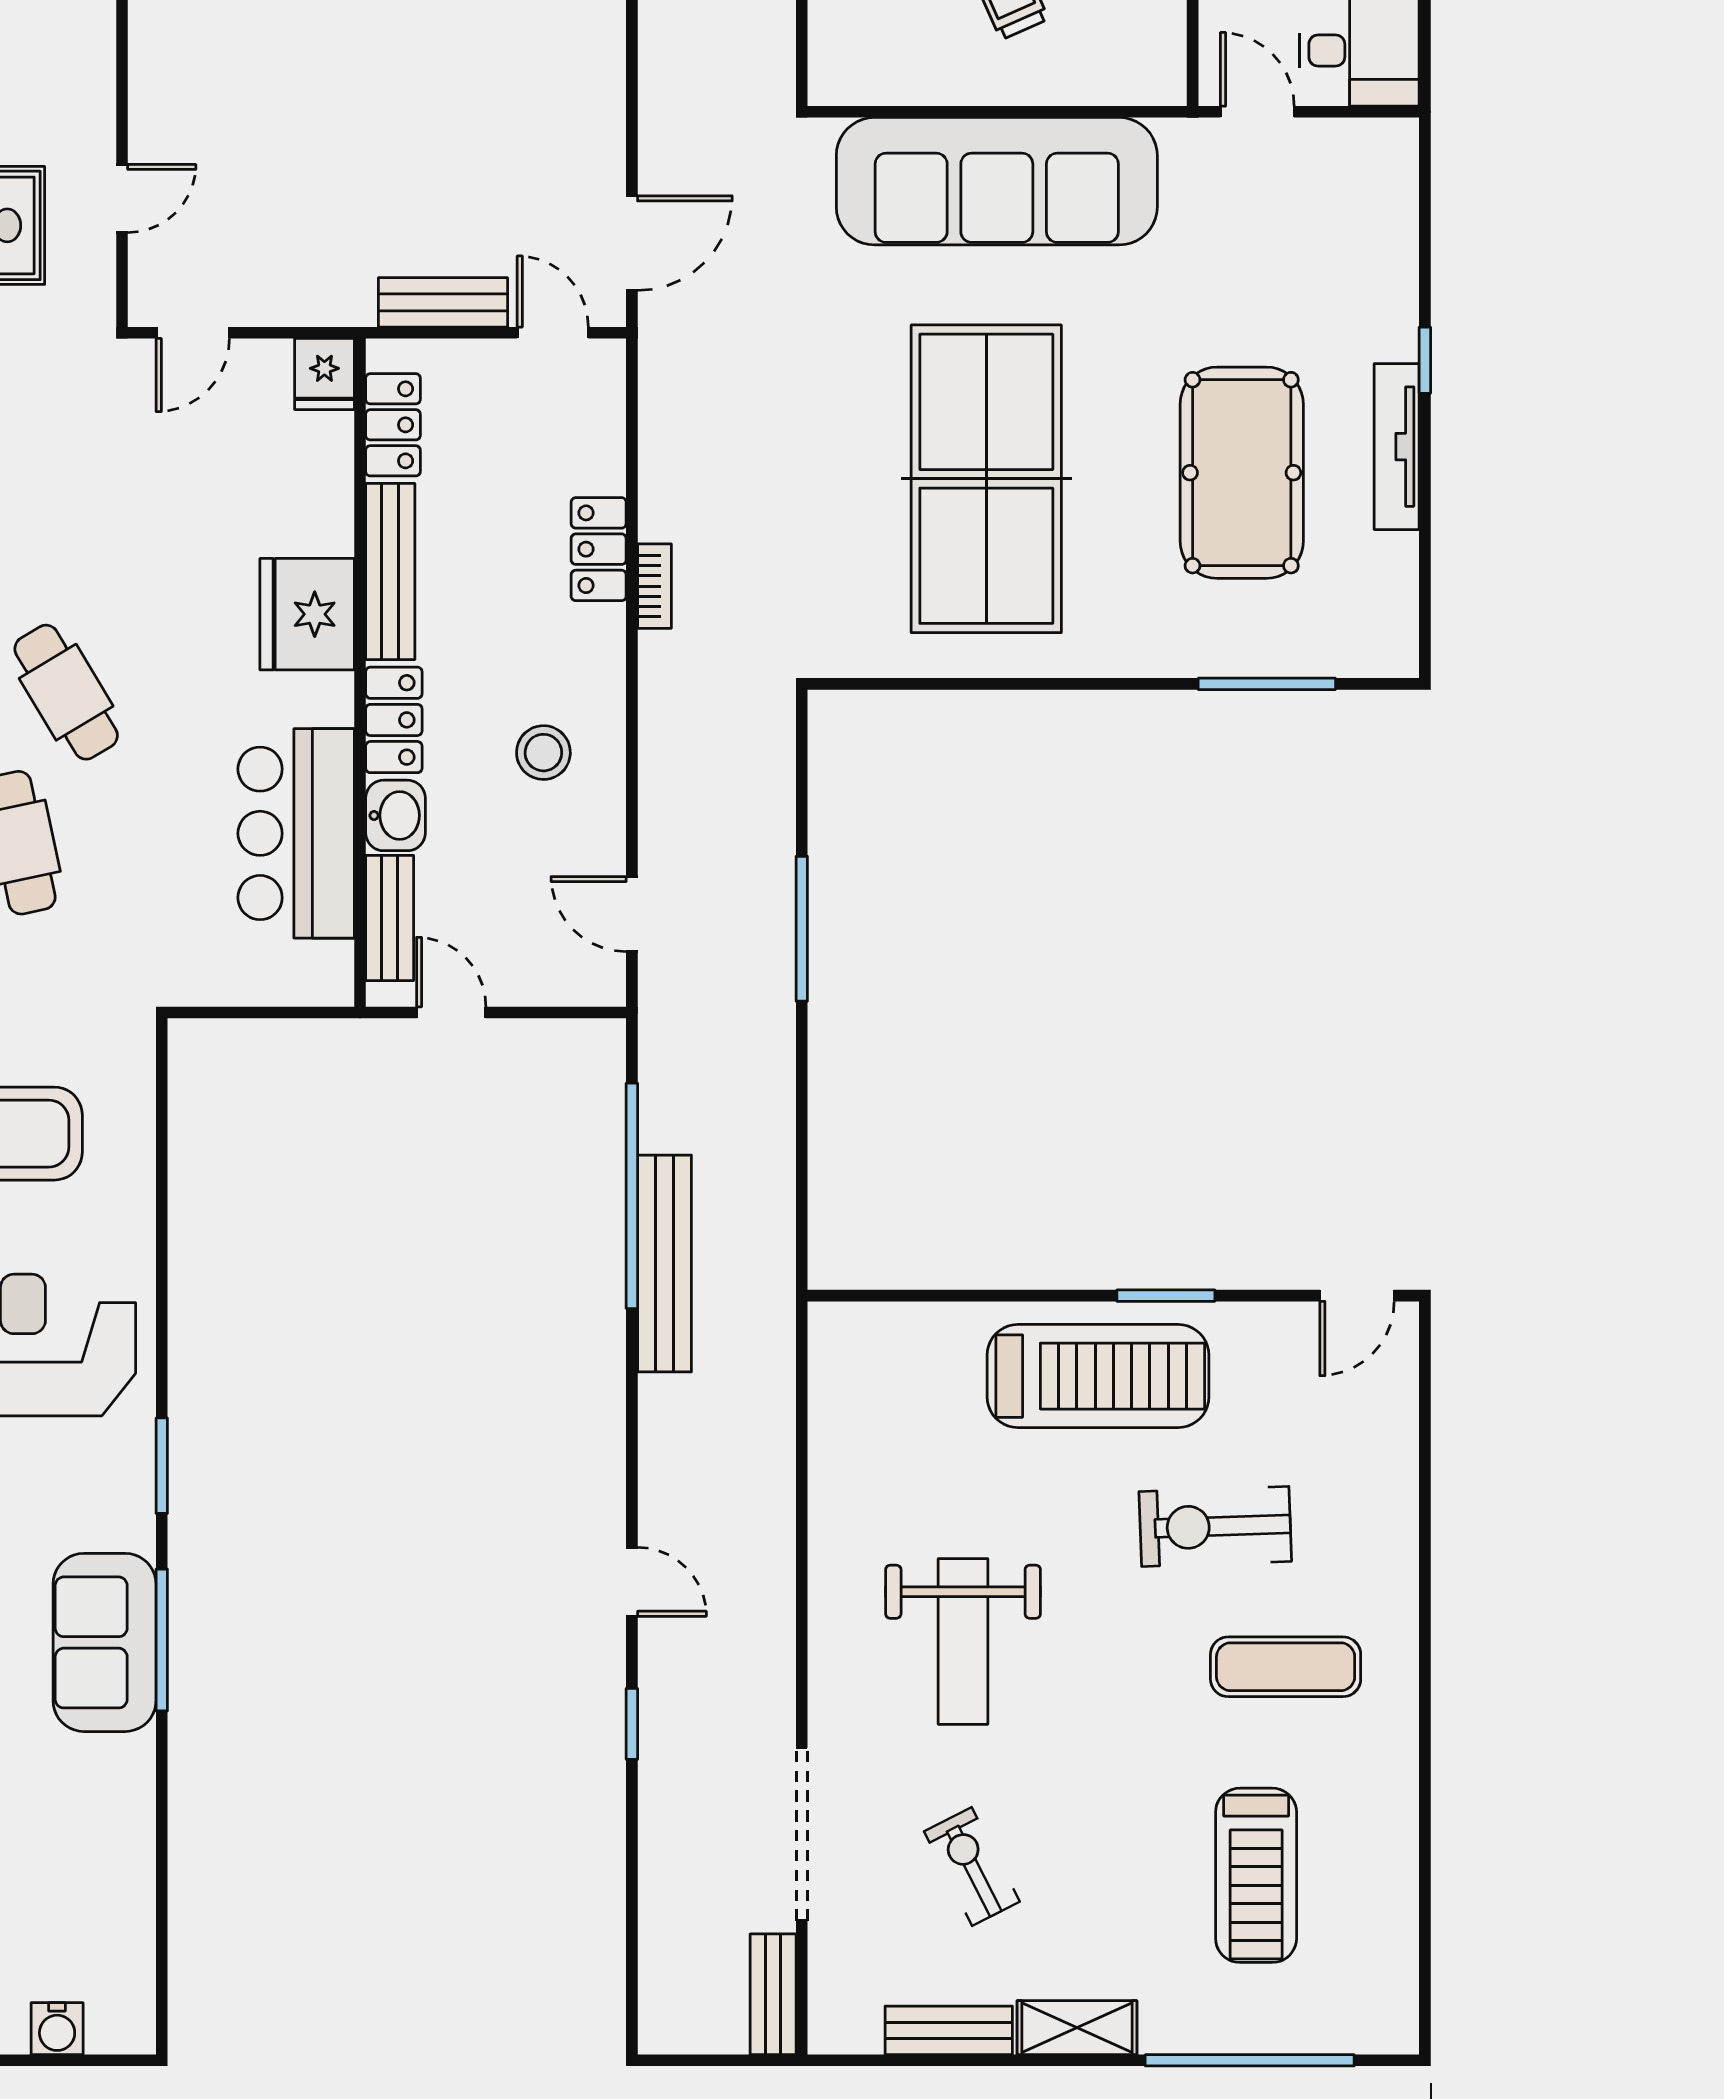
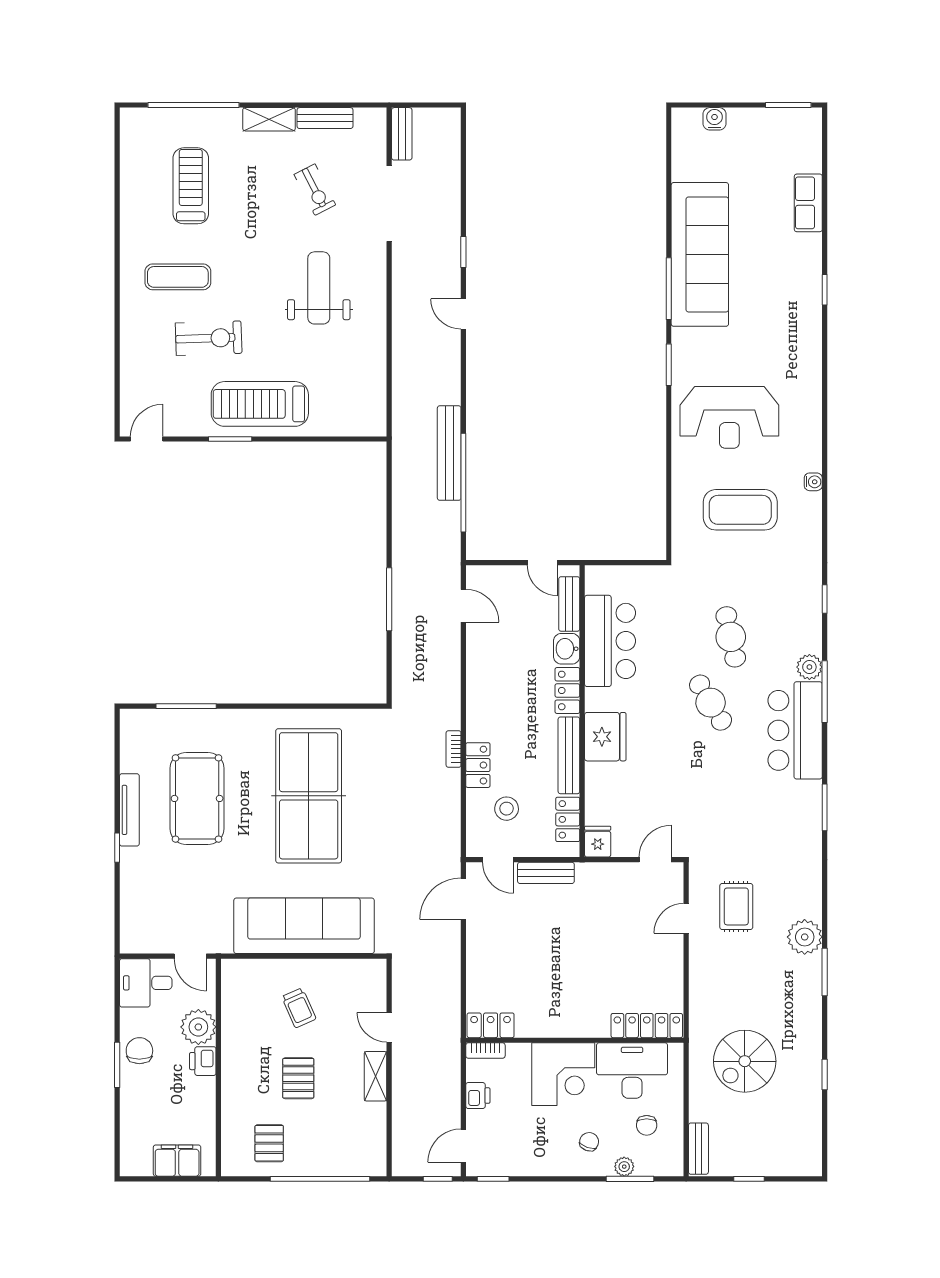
stool: (543, 753) -> (507, 809), moved
sofa: (105, 1642) -> (700, 254), width x1.85, depth x1.27

